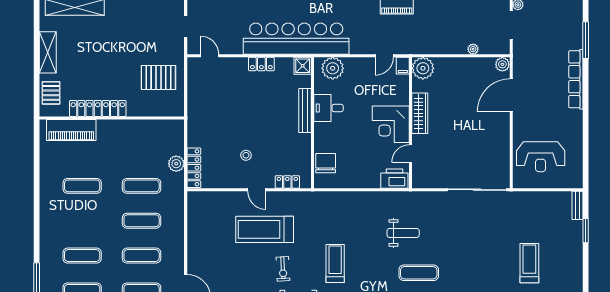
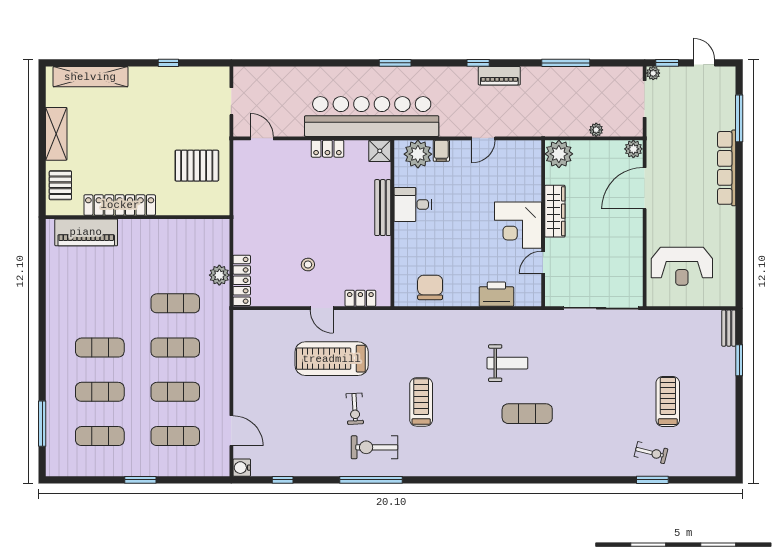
filing cabinet: (403, 66) -> (441, 151), moved
plant: (423, 68) -> (559, 154), moved
wardrobe: (420, 113) -> (555, 211), moved
wall: (410, 123) -> (543, 223), moved
corner desk: (391, 124) -> (518, 225), moved
door: (410, 154) -> (543, 262), moved
chair: (326, 163) -> (430, 287), moved
exercise mat: (82, 186) -> (100, 348), moved

